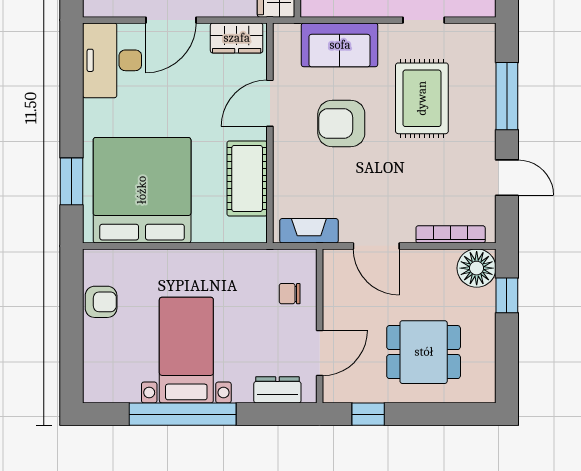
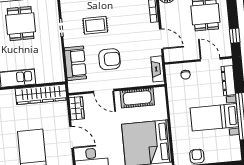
rug: (422, 98) -> (95, 25), width x0.73, depth x0.70
armchair: (341, 124) -> (110, 59), turned -90
door: (376, 246) -> (161, 39), hinge flipped
dresser: (277, 390) -> (228, 81), width x1.44

